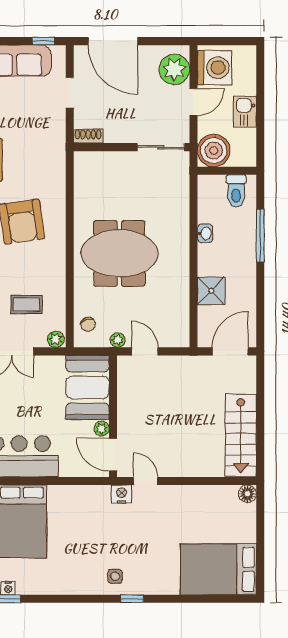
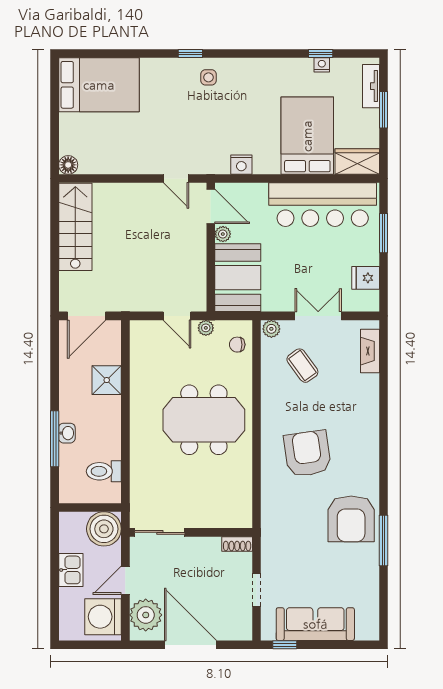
door: (113, 41) -> (190, 645), moved
toilet: (236, 191) -> (104, 471), moved, turned -90
washbasin: (205, 233) -> (67, 433), moved, turned 180
coffee table: (26, 304) -> (302, 366), turned 54
chair: (88, 324) -> (237, 345), turned -69
nightstand: (122, 494) -> (241, 165), moved

